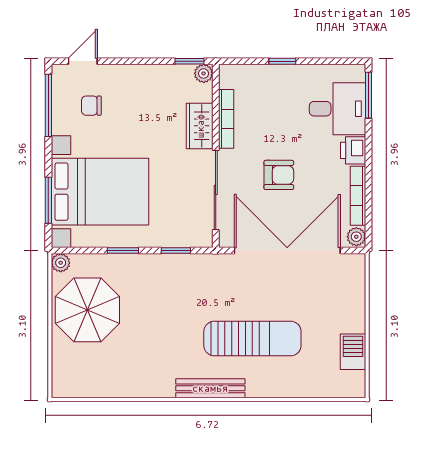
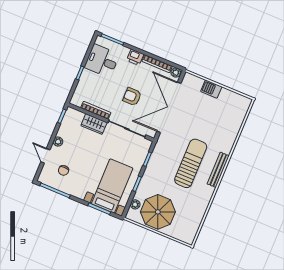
door: (83, 61) -> (45, 156), moved
plant: (204, 73) -> (58, 142), moved
desk: (338, 109) -> (102, 61), moved, turned -90
armchair: (279, 175) -> (132, 97), turned -90
bed with nightstands: (100, 192) -> (112, 186), width x0.73
plant: (61, 263) -> (135, 204), moved
sun lounger: (252, 339) -> (191, 163), moved
barbecue: (353, 352) -> (211, 89), moved

